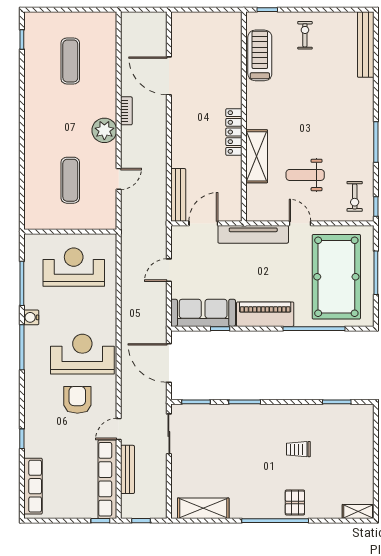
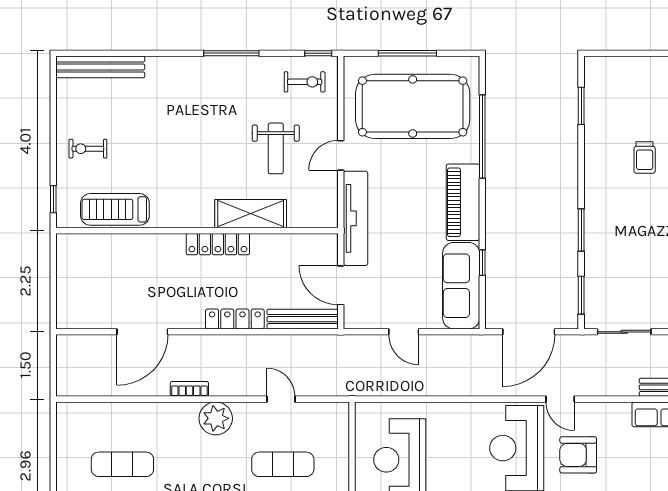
locker: (178, 145) -> (235, 319), added
door: (119, 429) -> (560, 399), moved

